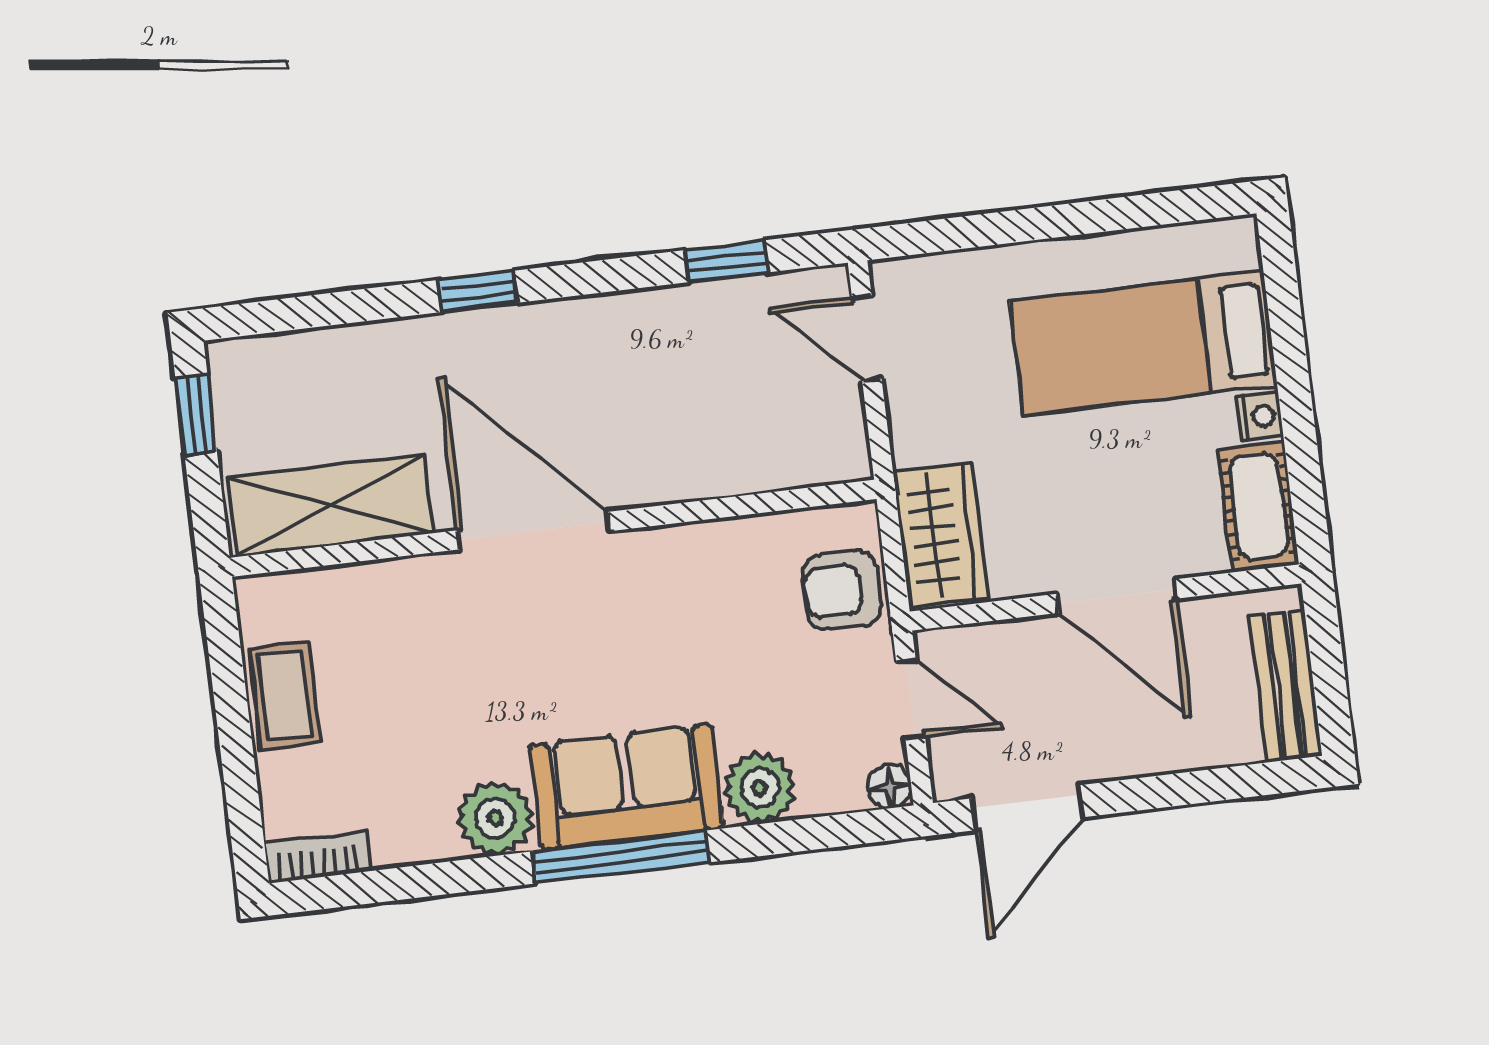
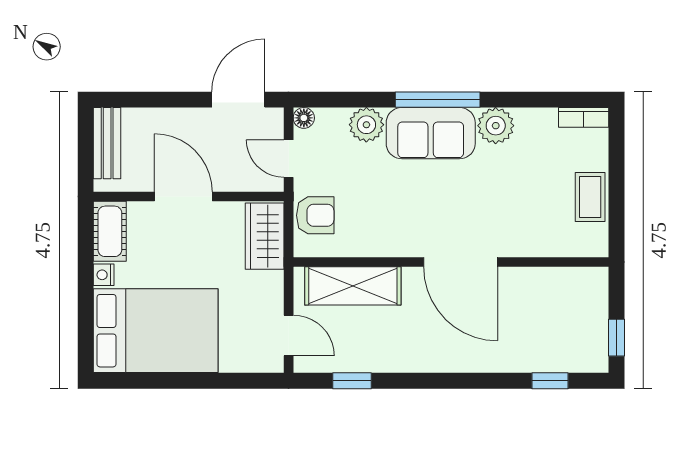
window: (478, 291) -> (550, 381), moved
bed: (1143, 343) -> (156, 331), width x1.50
shelving: (331, 506) -> (353, 286), moved

